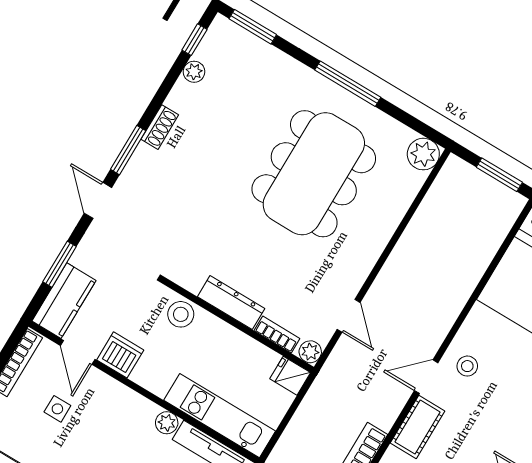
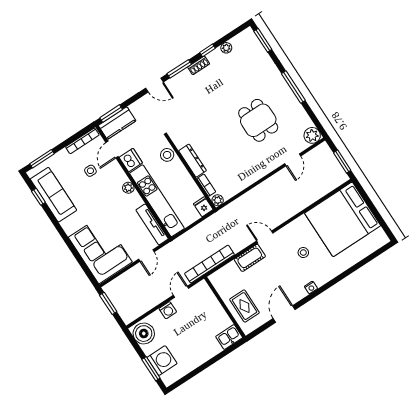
window: (194, 40) -> (208, 50), moved
dining table: (314, 174) -> (258, 120), width x0.53, depth x0.80
door: (98, 200) -> (154, 85), swing flipped
window: (60, 264) -> (111, 114), moved
door: (349, 316) -> (293, 160), moved
stool: (467, 366) -> (303, 253), moved
kitchen unit: (220, 416) -> (157, 201), width x1.36
plant: (167, 423) -> (128, 188), moved

